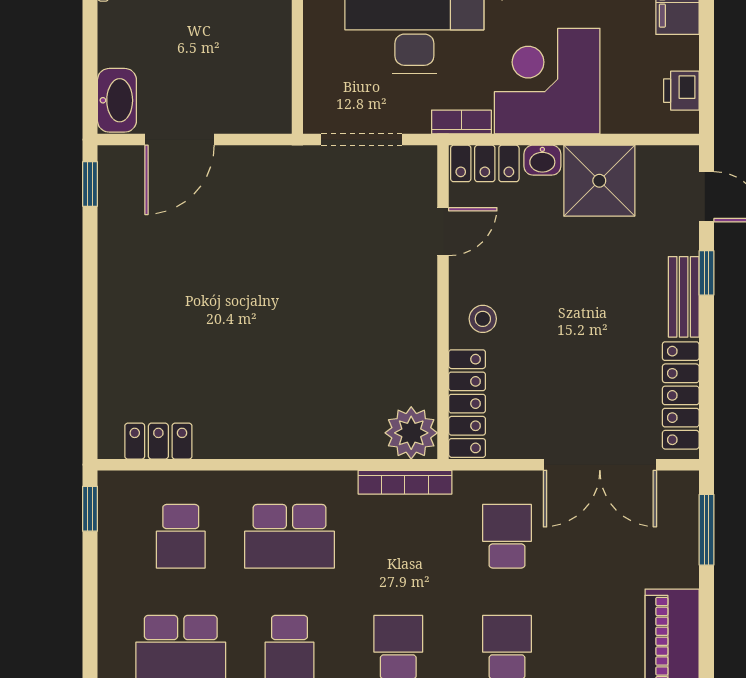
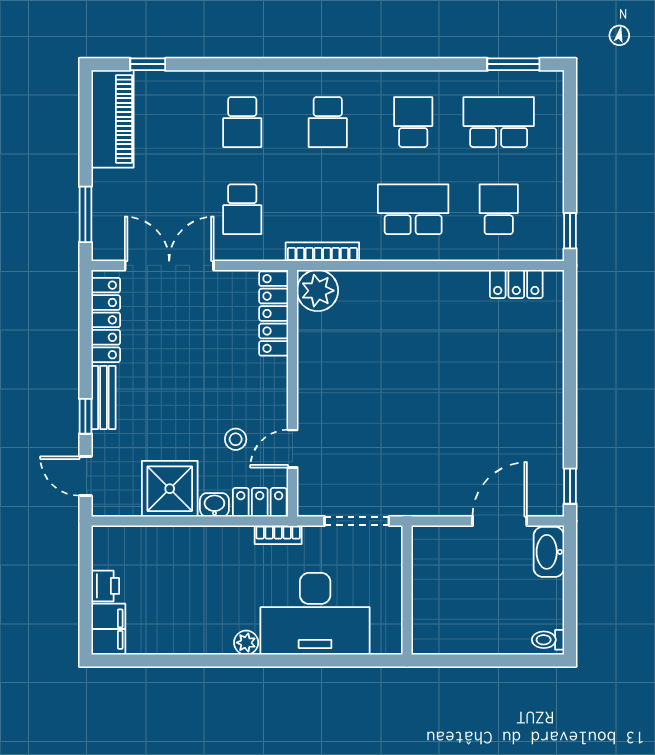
corner desk: (547, 81) -> (211, 567), removed
printer: (681, 91) -> (105, 586), moved
stool: (483, 319) -> (236, 439), moved

